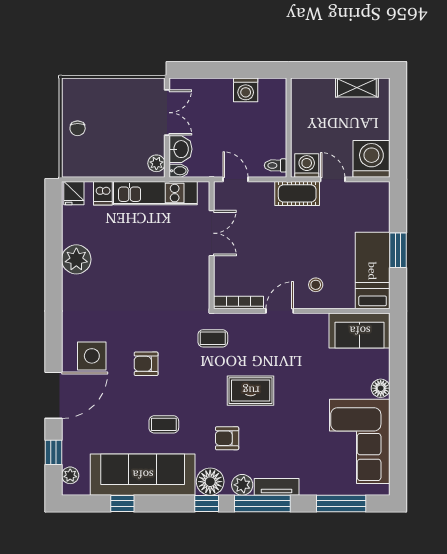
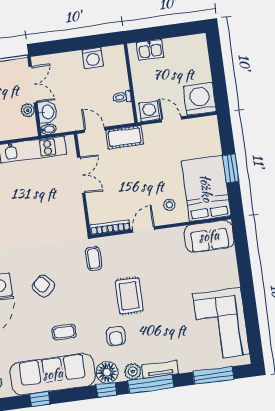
shelving: (357, 88) -> (181, 44), removed
kitchen sink: (318, 89) -> (150, 50), added
plant: (156, 163) -> (28, 110), moved
toilet: (275, 165) -> (122, 97), moved
cot: (297, 193) -> (125, 137), moved
bed: (373, 271) -> (206, 188), width x1.50
coffee table: (213, 338) -> (94, 258), turned 90
armchair: (146, 364) -> (43, 286), turned 48
floor lamp: (381, 388) -> (232, 280), removed
rug: (251, 391) -> (129, 296), turned 90
armchair: (227, 438) -> (116, 336), turned -90

